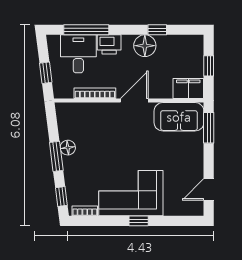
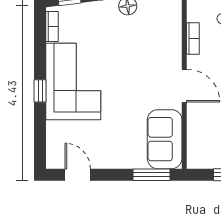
filing cabinet: (188, 88) -> (199, 150), removed
bookcase: (95, 93) -> (193, 38), width x0.64

